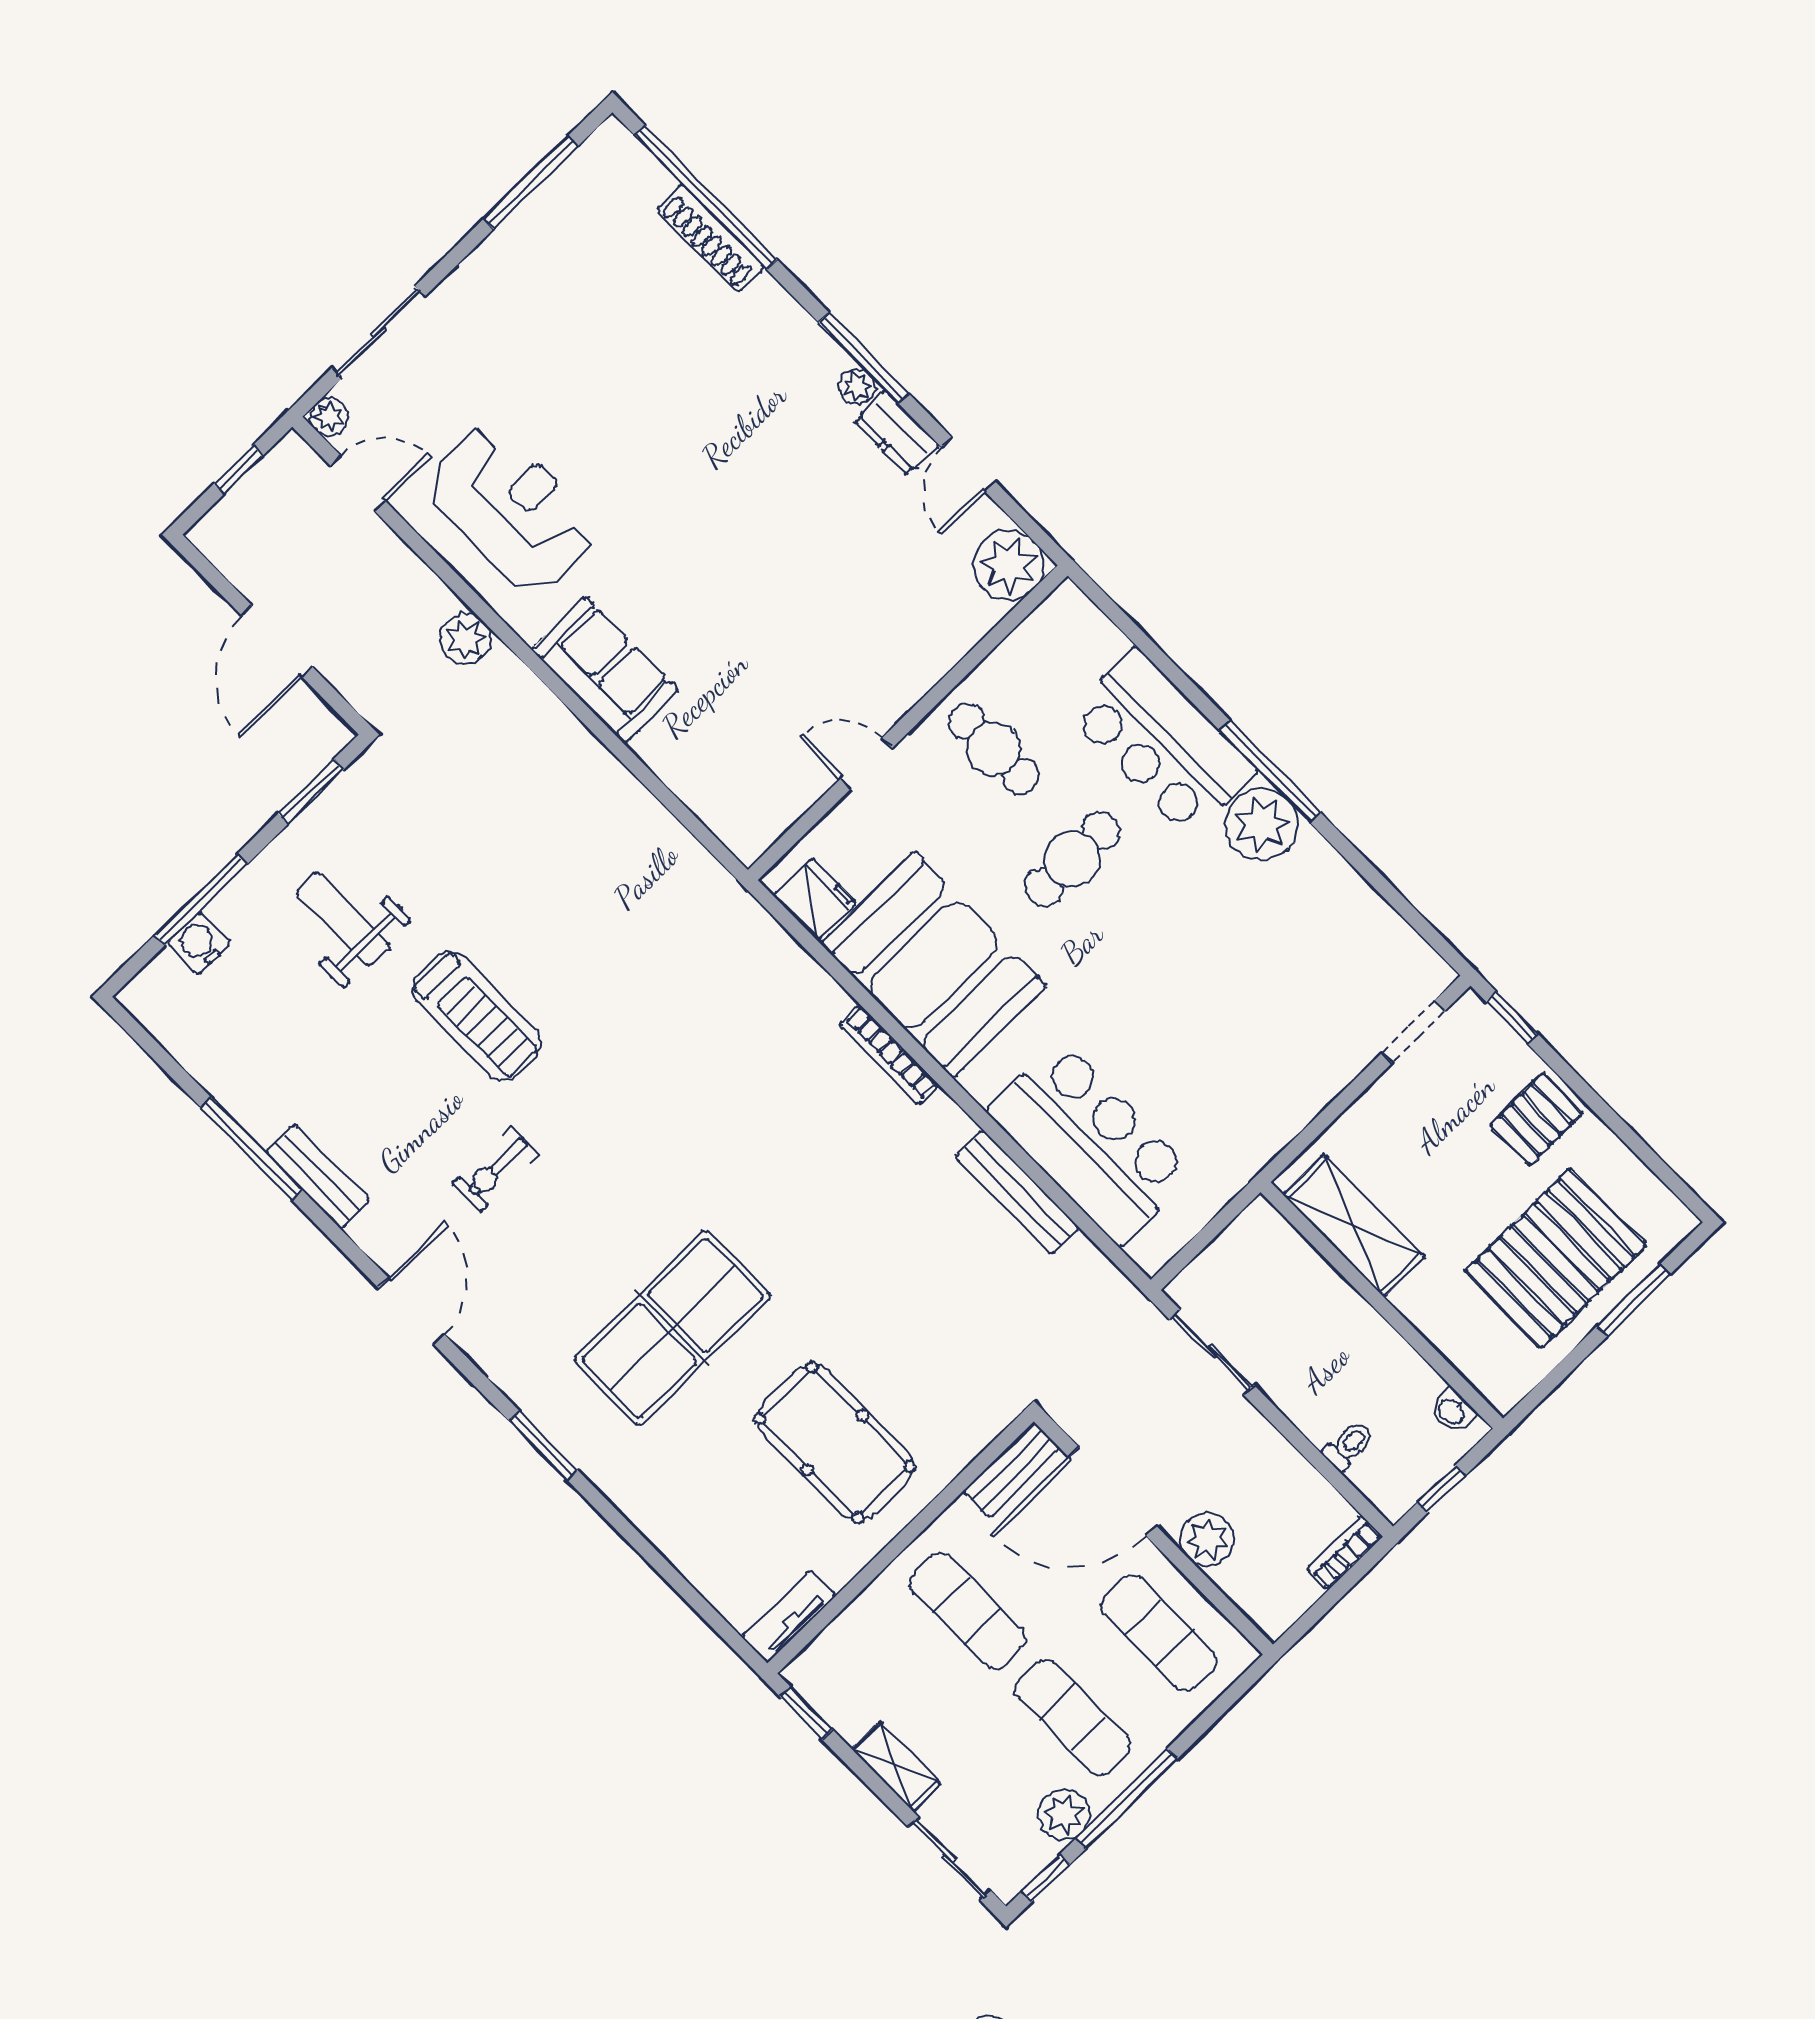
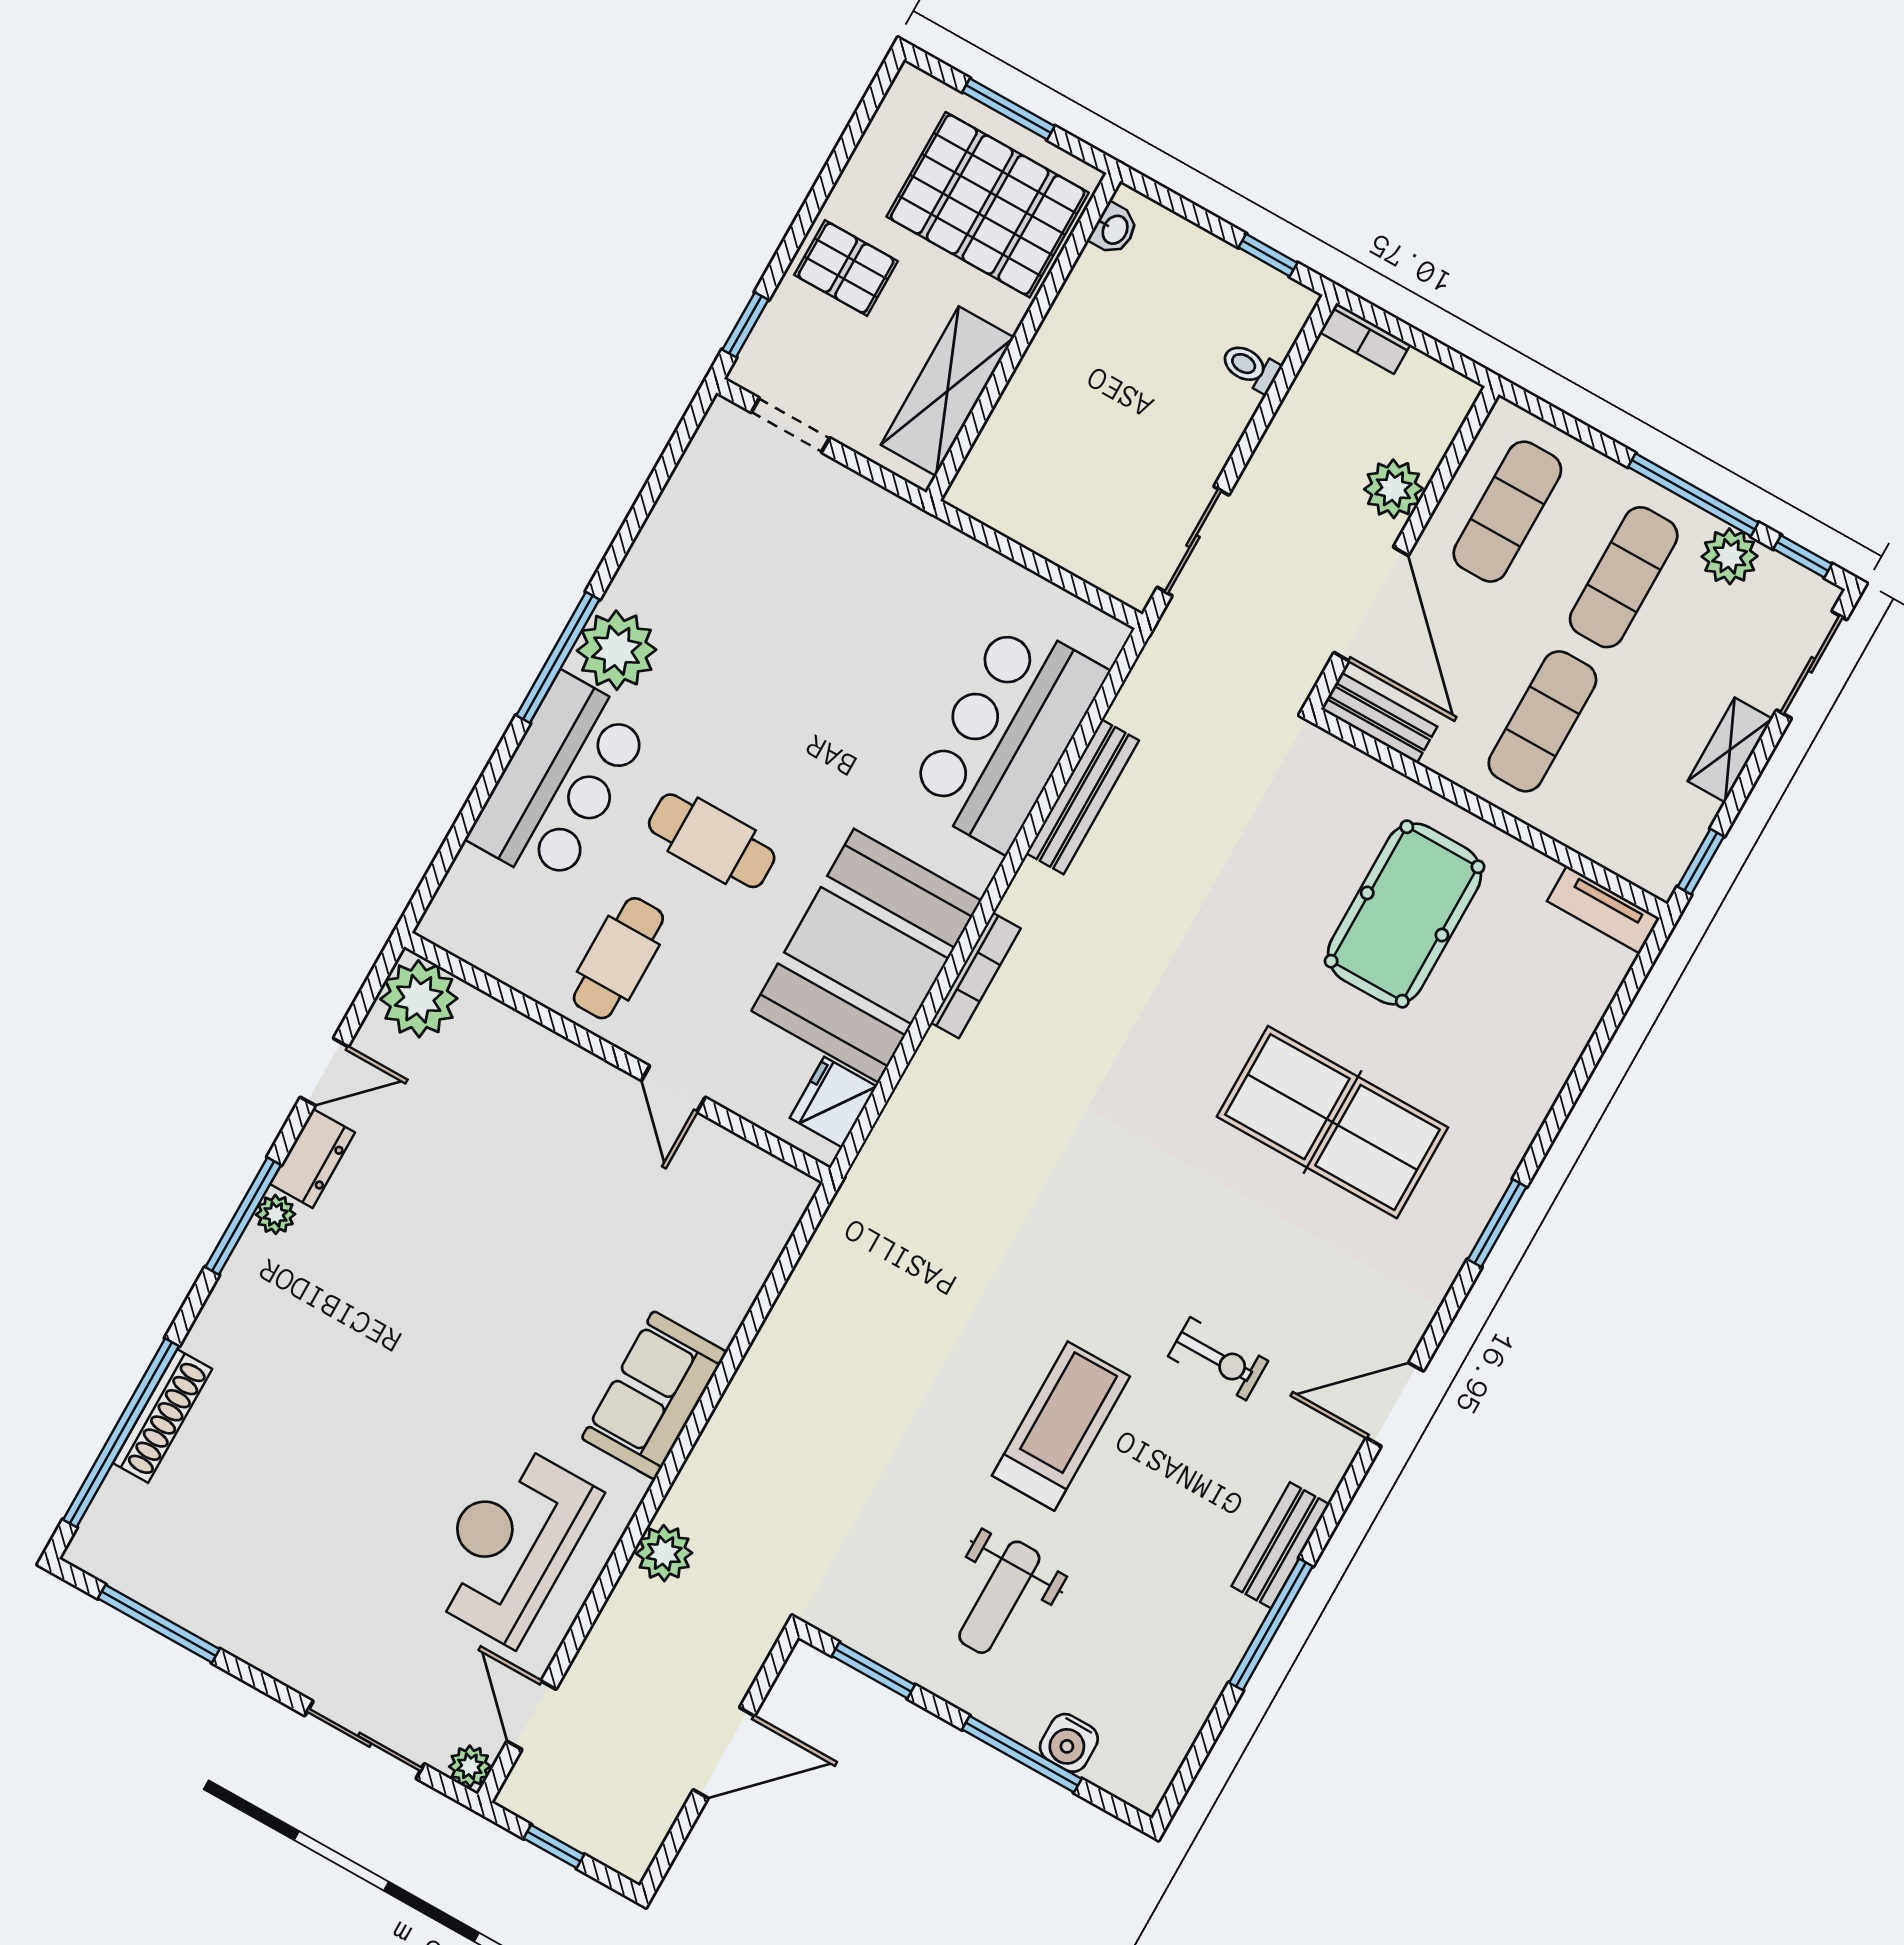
shelving: (1354, 1226) -> (947, 391), moved
wall: (1382, 1305) -> (1023, 337), moved
washbasin: (1453, 1411) -> (1114, 229), moved

